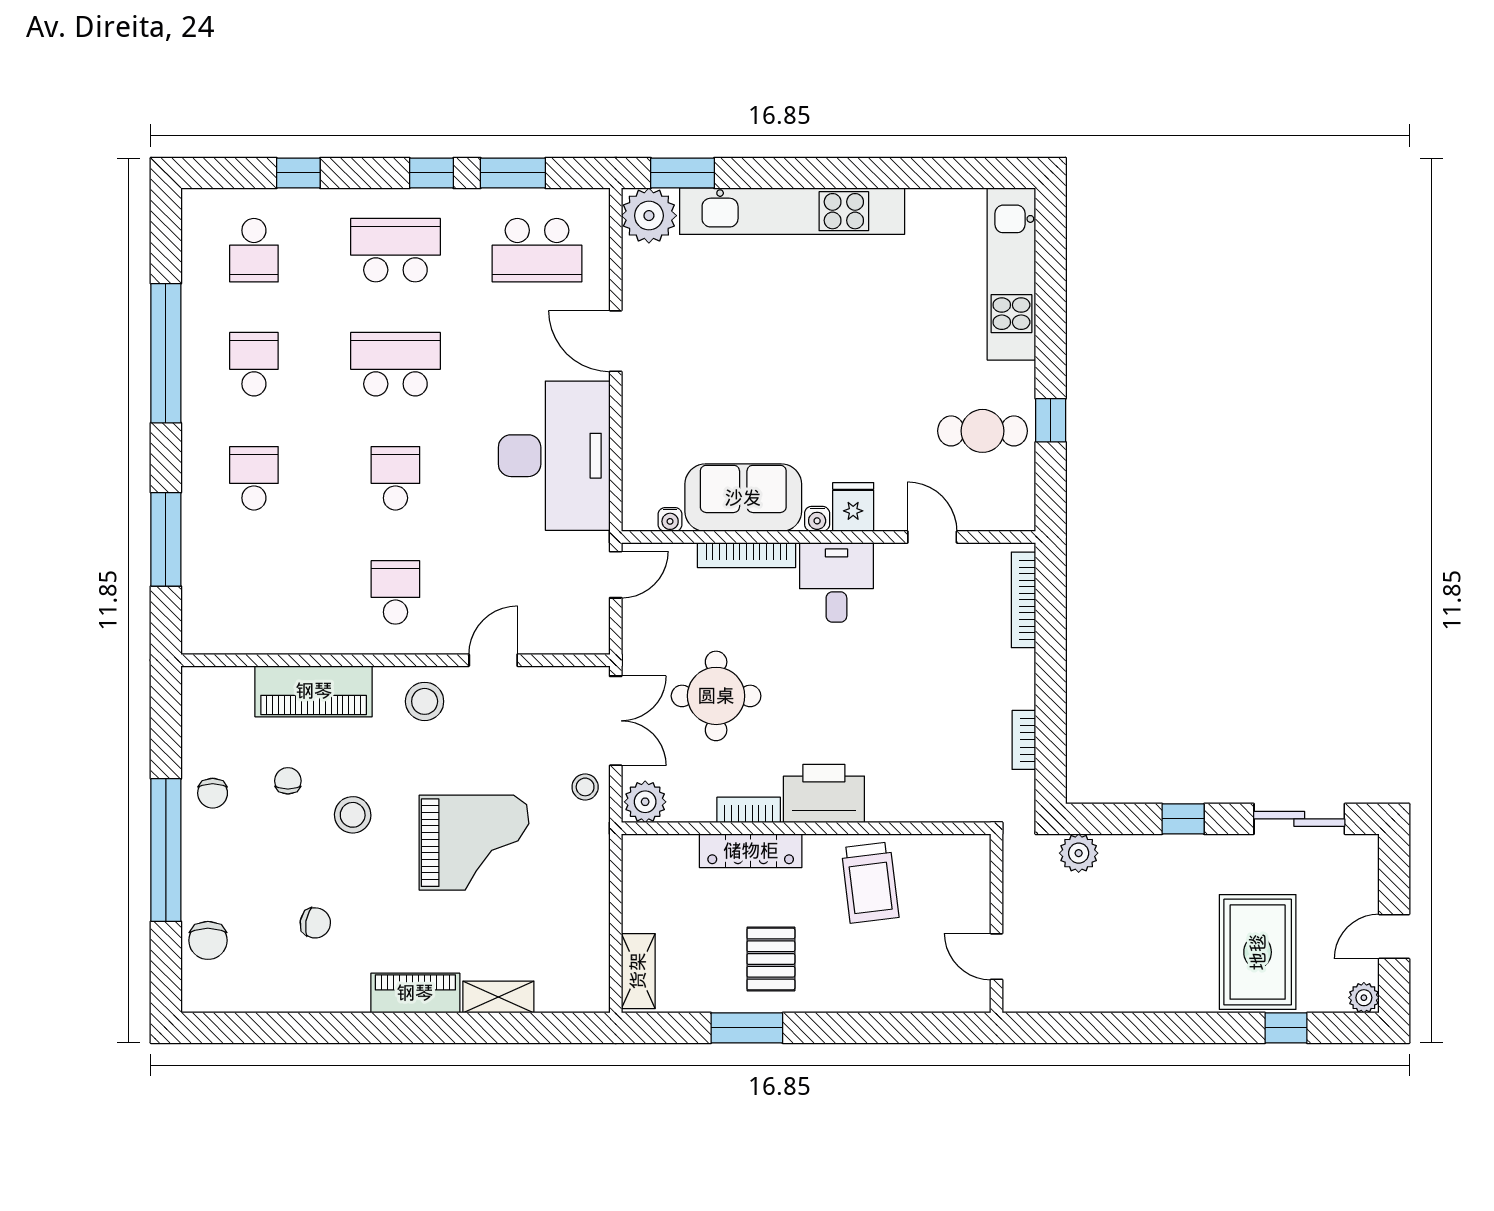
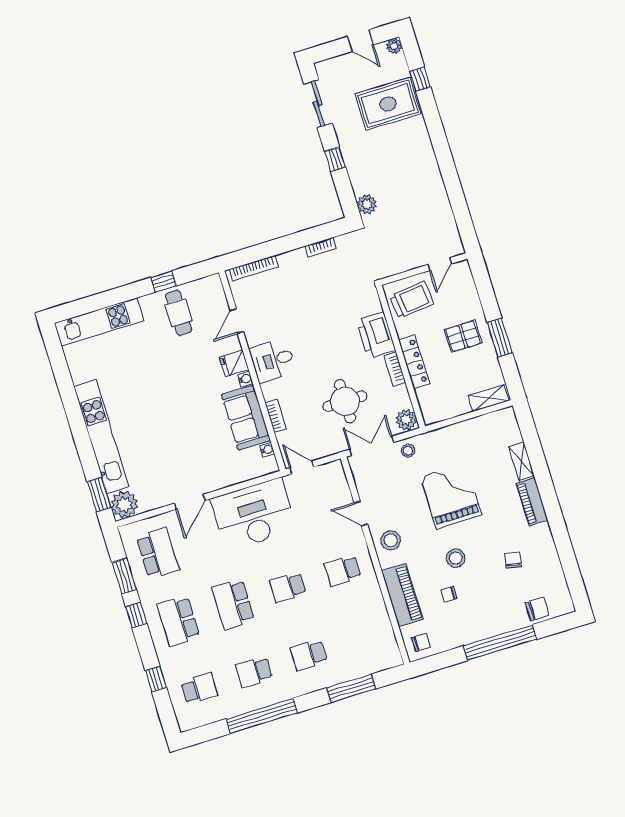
bookcase: (746, 555) -> (276, 416), width x0.64
chair: (213, 793) -> (421, 642), moved
wall: (997, 923) -> (424, 269), moved
door: (997, 957) -> (440, 264), moved

